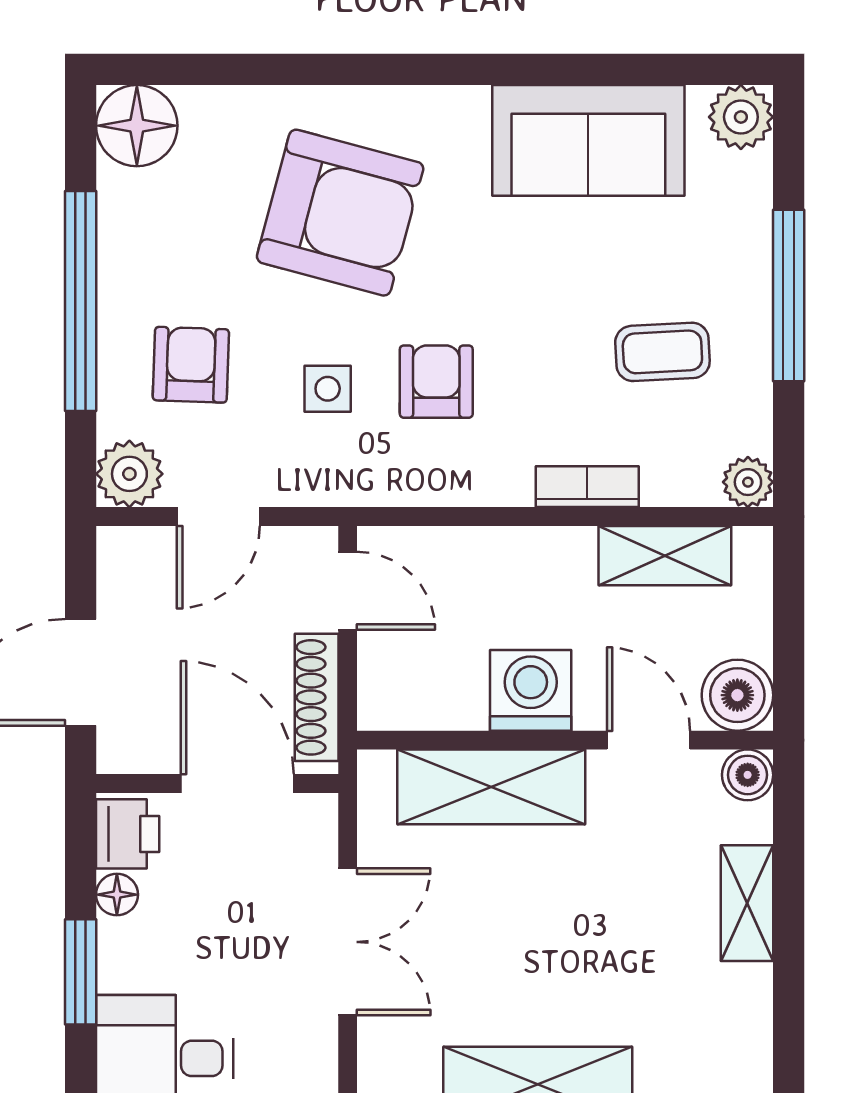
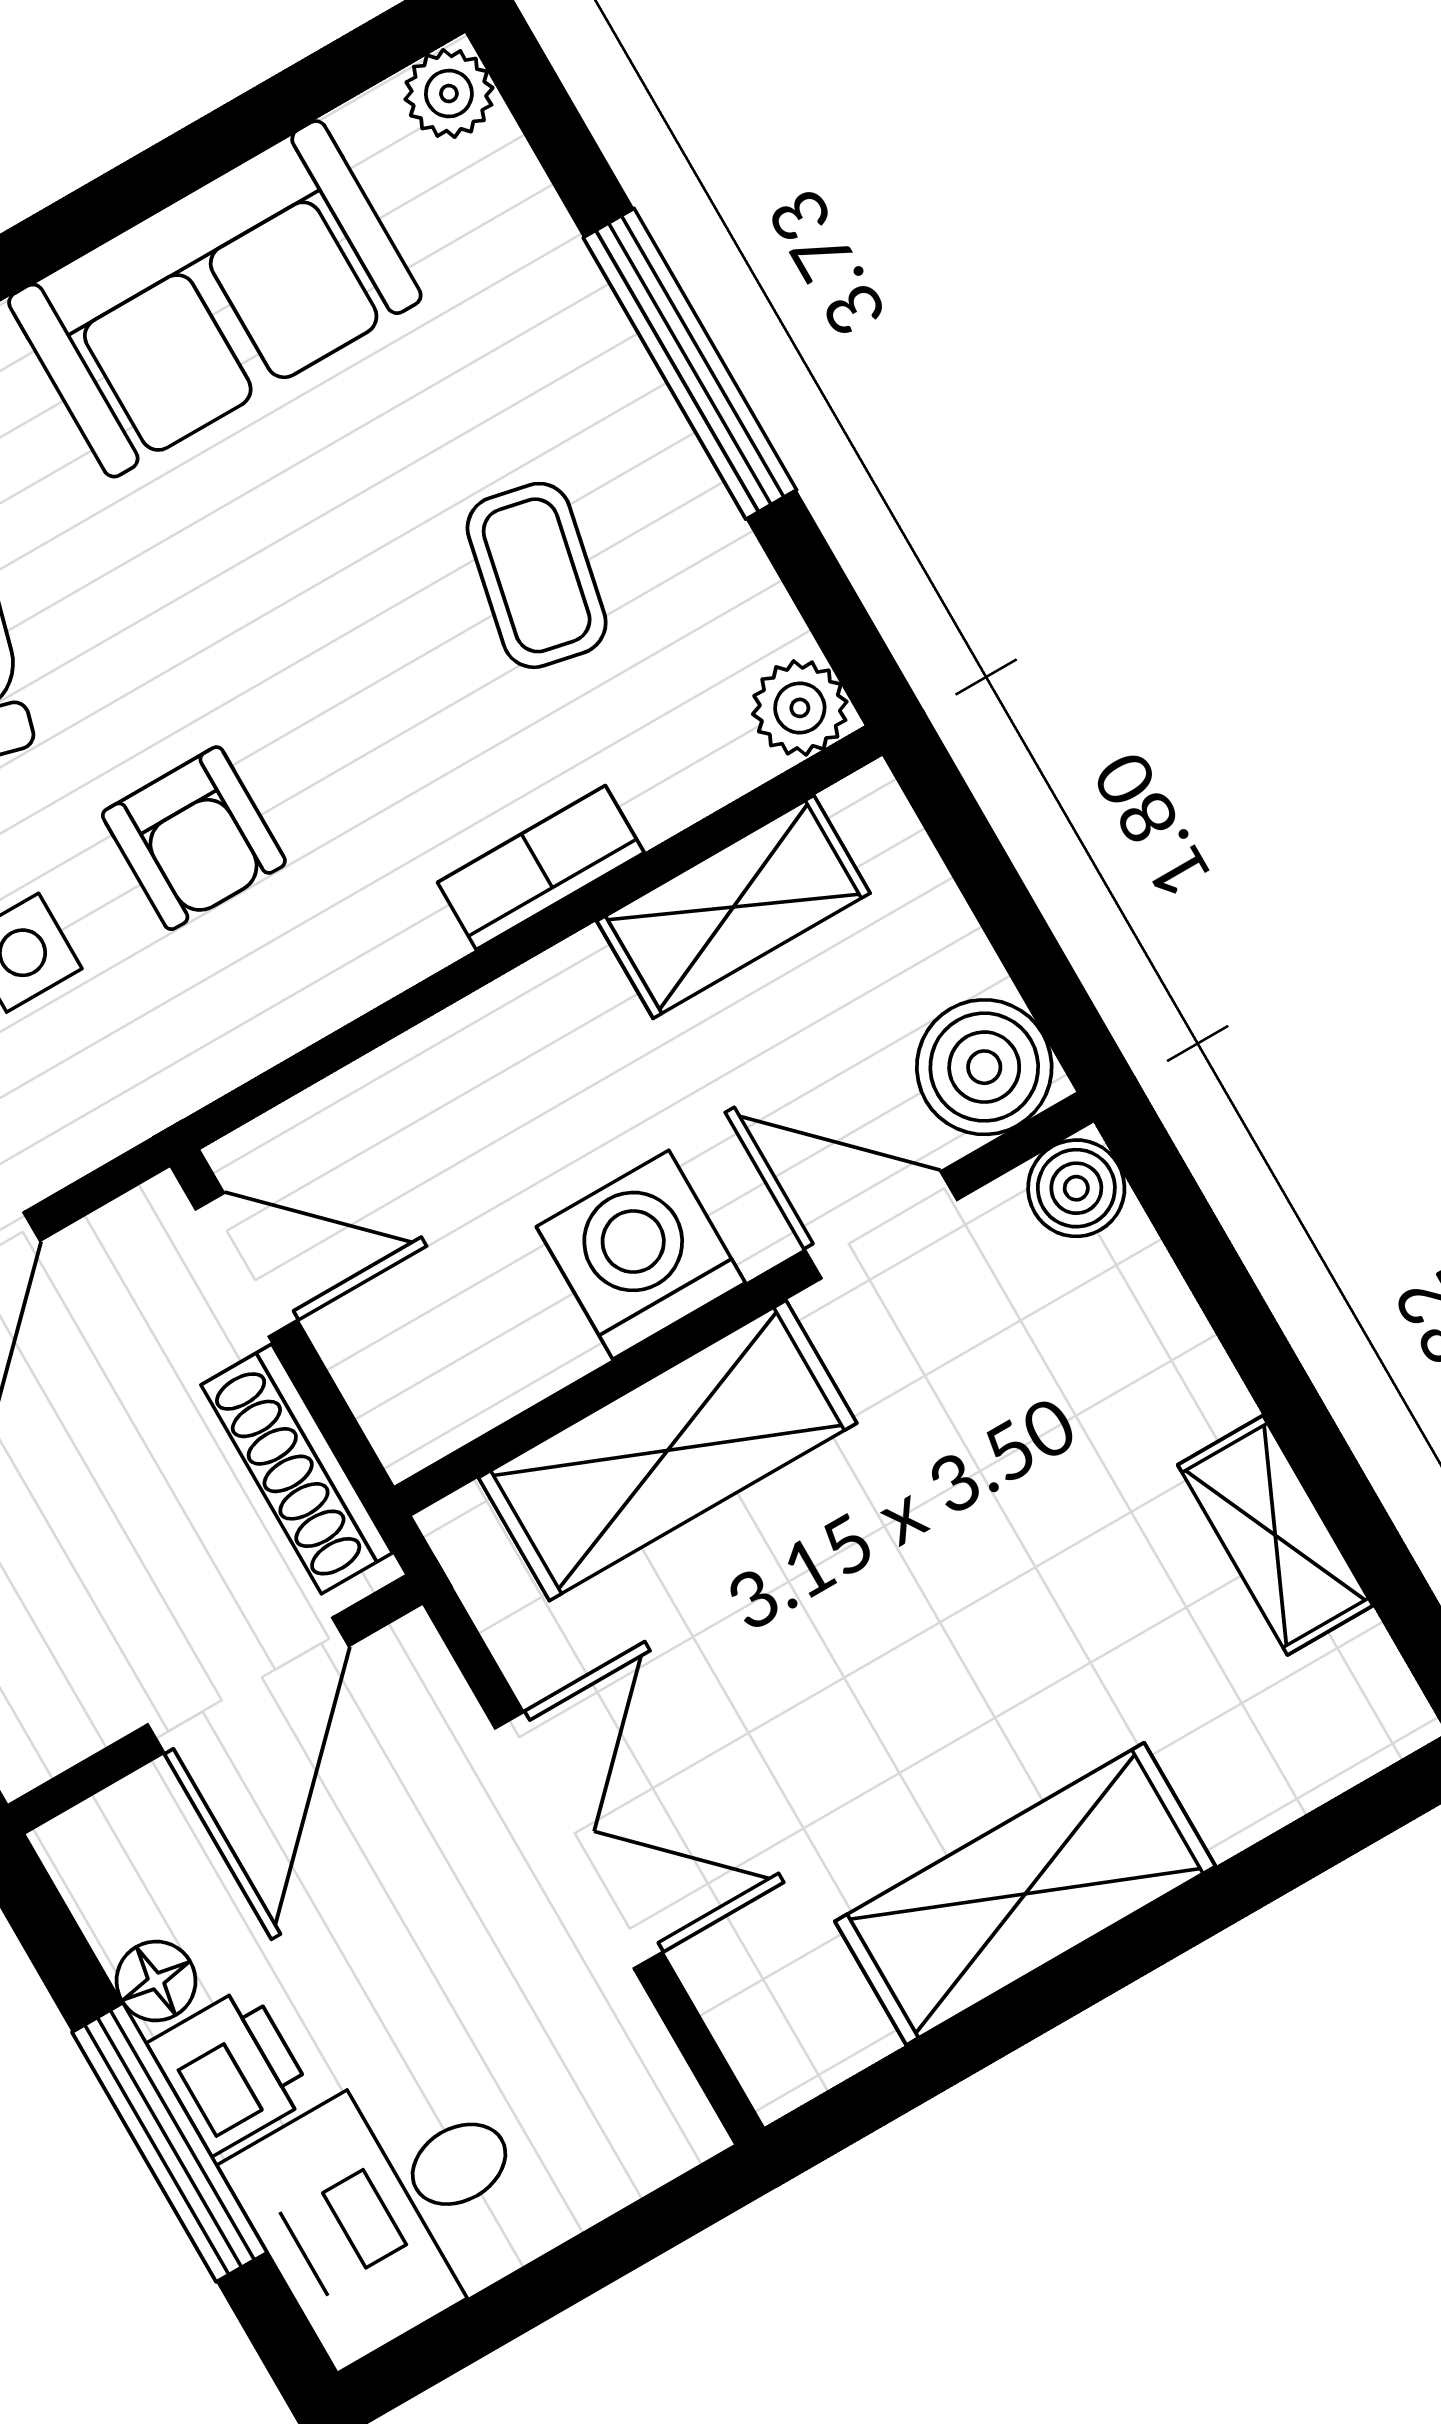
plant: (741, 117) -> (449, 94), width x0.73, depth x0.73
coffee table: (662, 352) -> (537, 575), turned -75
armchair: (436, 382) -> (194, 838), turned 180
door: (237, 784) -> (248, 1685), swing flipped
printer: (128, 834) -> (231, 2070), moved
shelving: (747, 903) -> (1275, 1535), moved
window: (81, 972) -> (170, 2142), width x1.44

